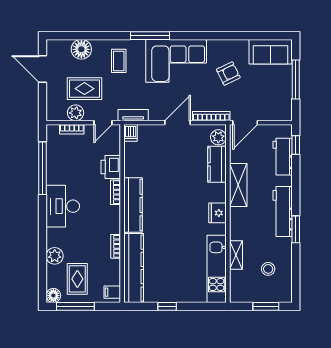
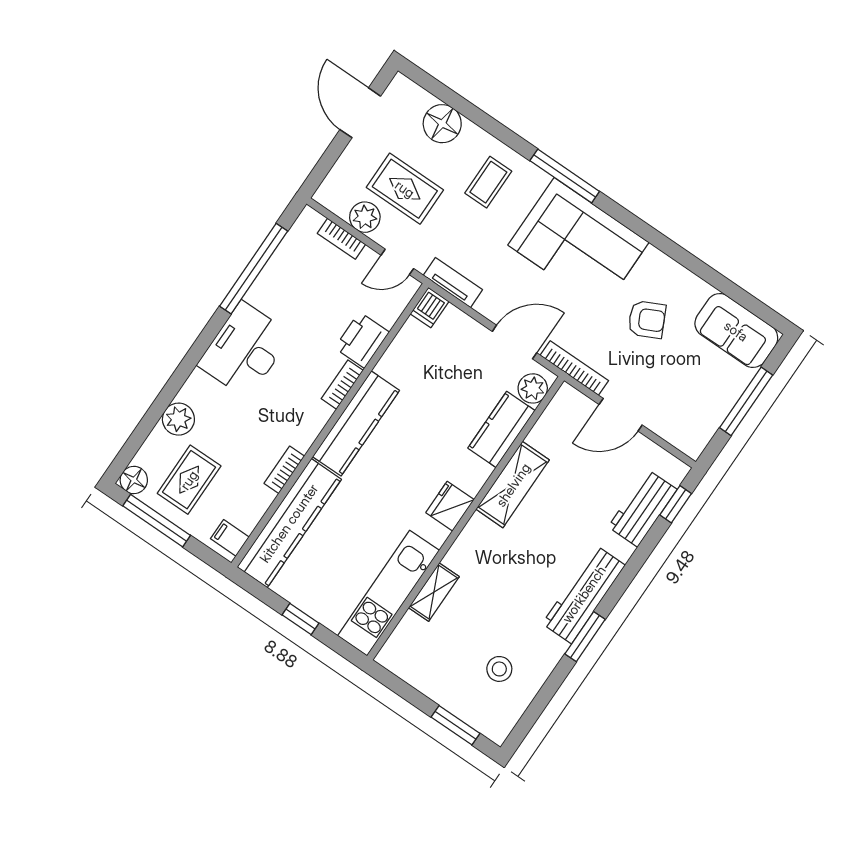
plant: (218, 137) -> (533, 388), moved
kitchen counter: (217, 164) -> (501, 429), moved
shelving: (238, 185) -> (513, 485), moved
fridge: (217, 213) -> (450, 506), moved
wall: (228, 214) -> (466, 518), moved
shelving: (236, 255) -> (434, 592), moved
kitchen unit: (217, 269) -> (388, 593), moved

